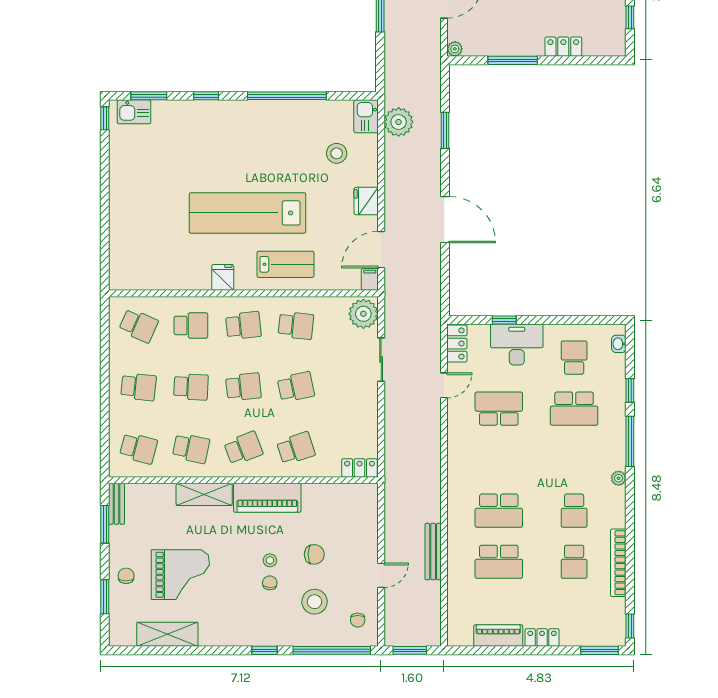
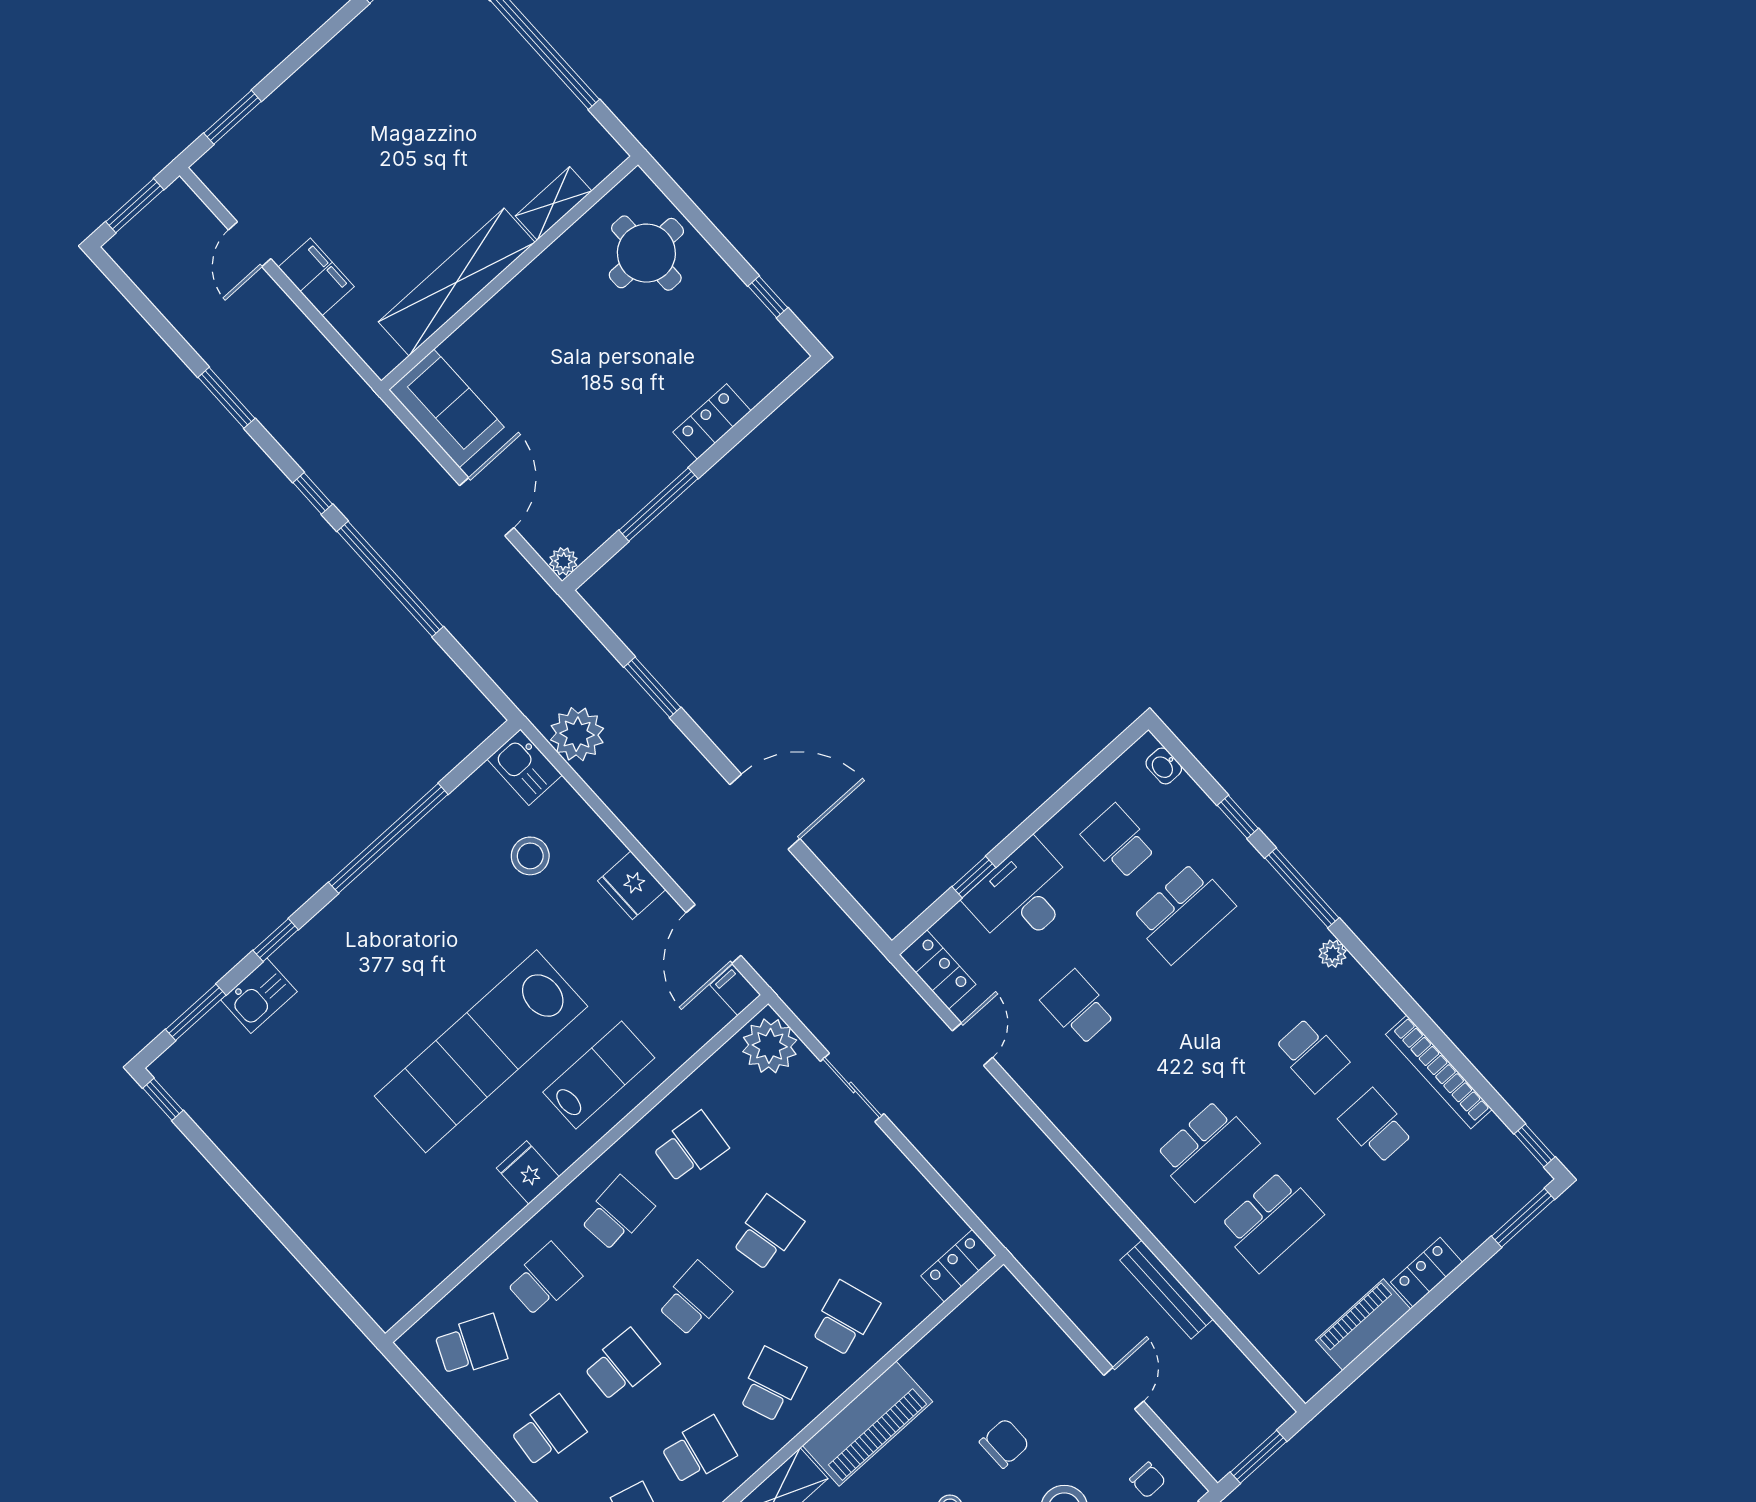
kitchen sink: (134, 112) -> (259, 996), moved
school desk: (499, 409) -> (1078, 1007), width x0.54
school desk: (574, 562) -> (1376, 1126), turned 180

